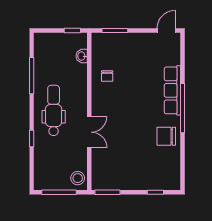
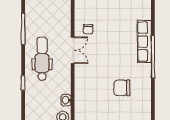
washbasin: (82, 56) -> (66, 100), moved
double door: (89, 132) -> (73, 50), moved
chair: (166, 136) -> (122, 88), moved

